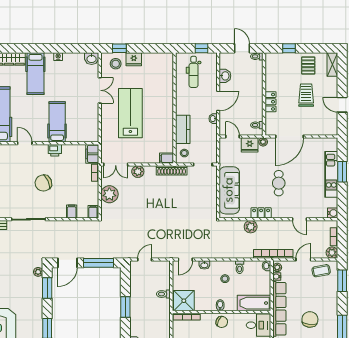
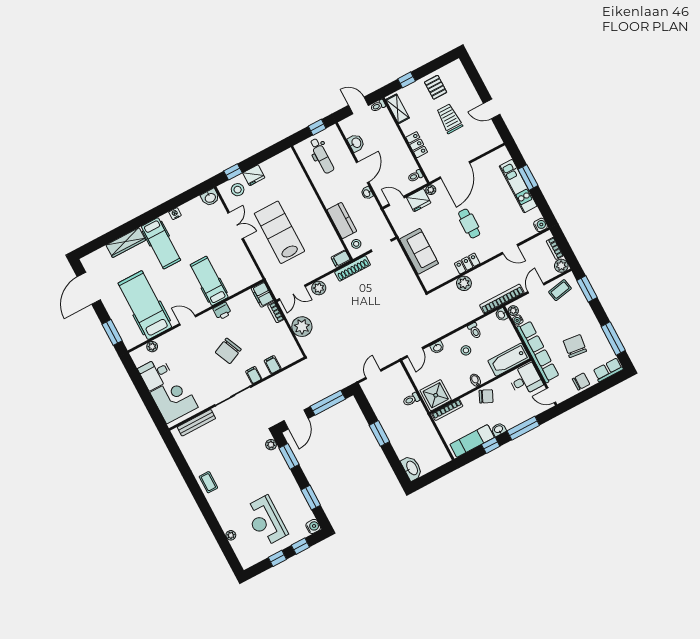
shelving: (332, 65) -> (398, 109), moved
sofa: (229, 190) -> (419, 251), width x0.73
filing cabinet: (93, 212) -> (254, 375), moved

